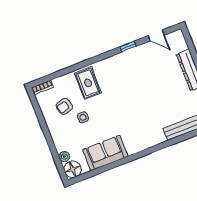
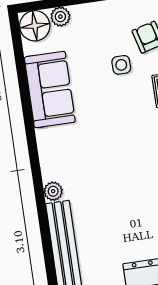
plant: (160, 138) -> (53, 191), added

